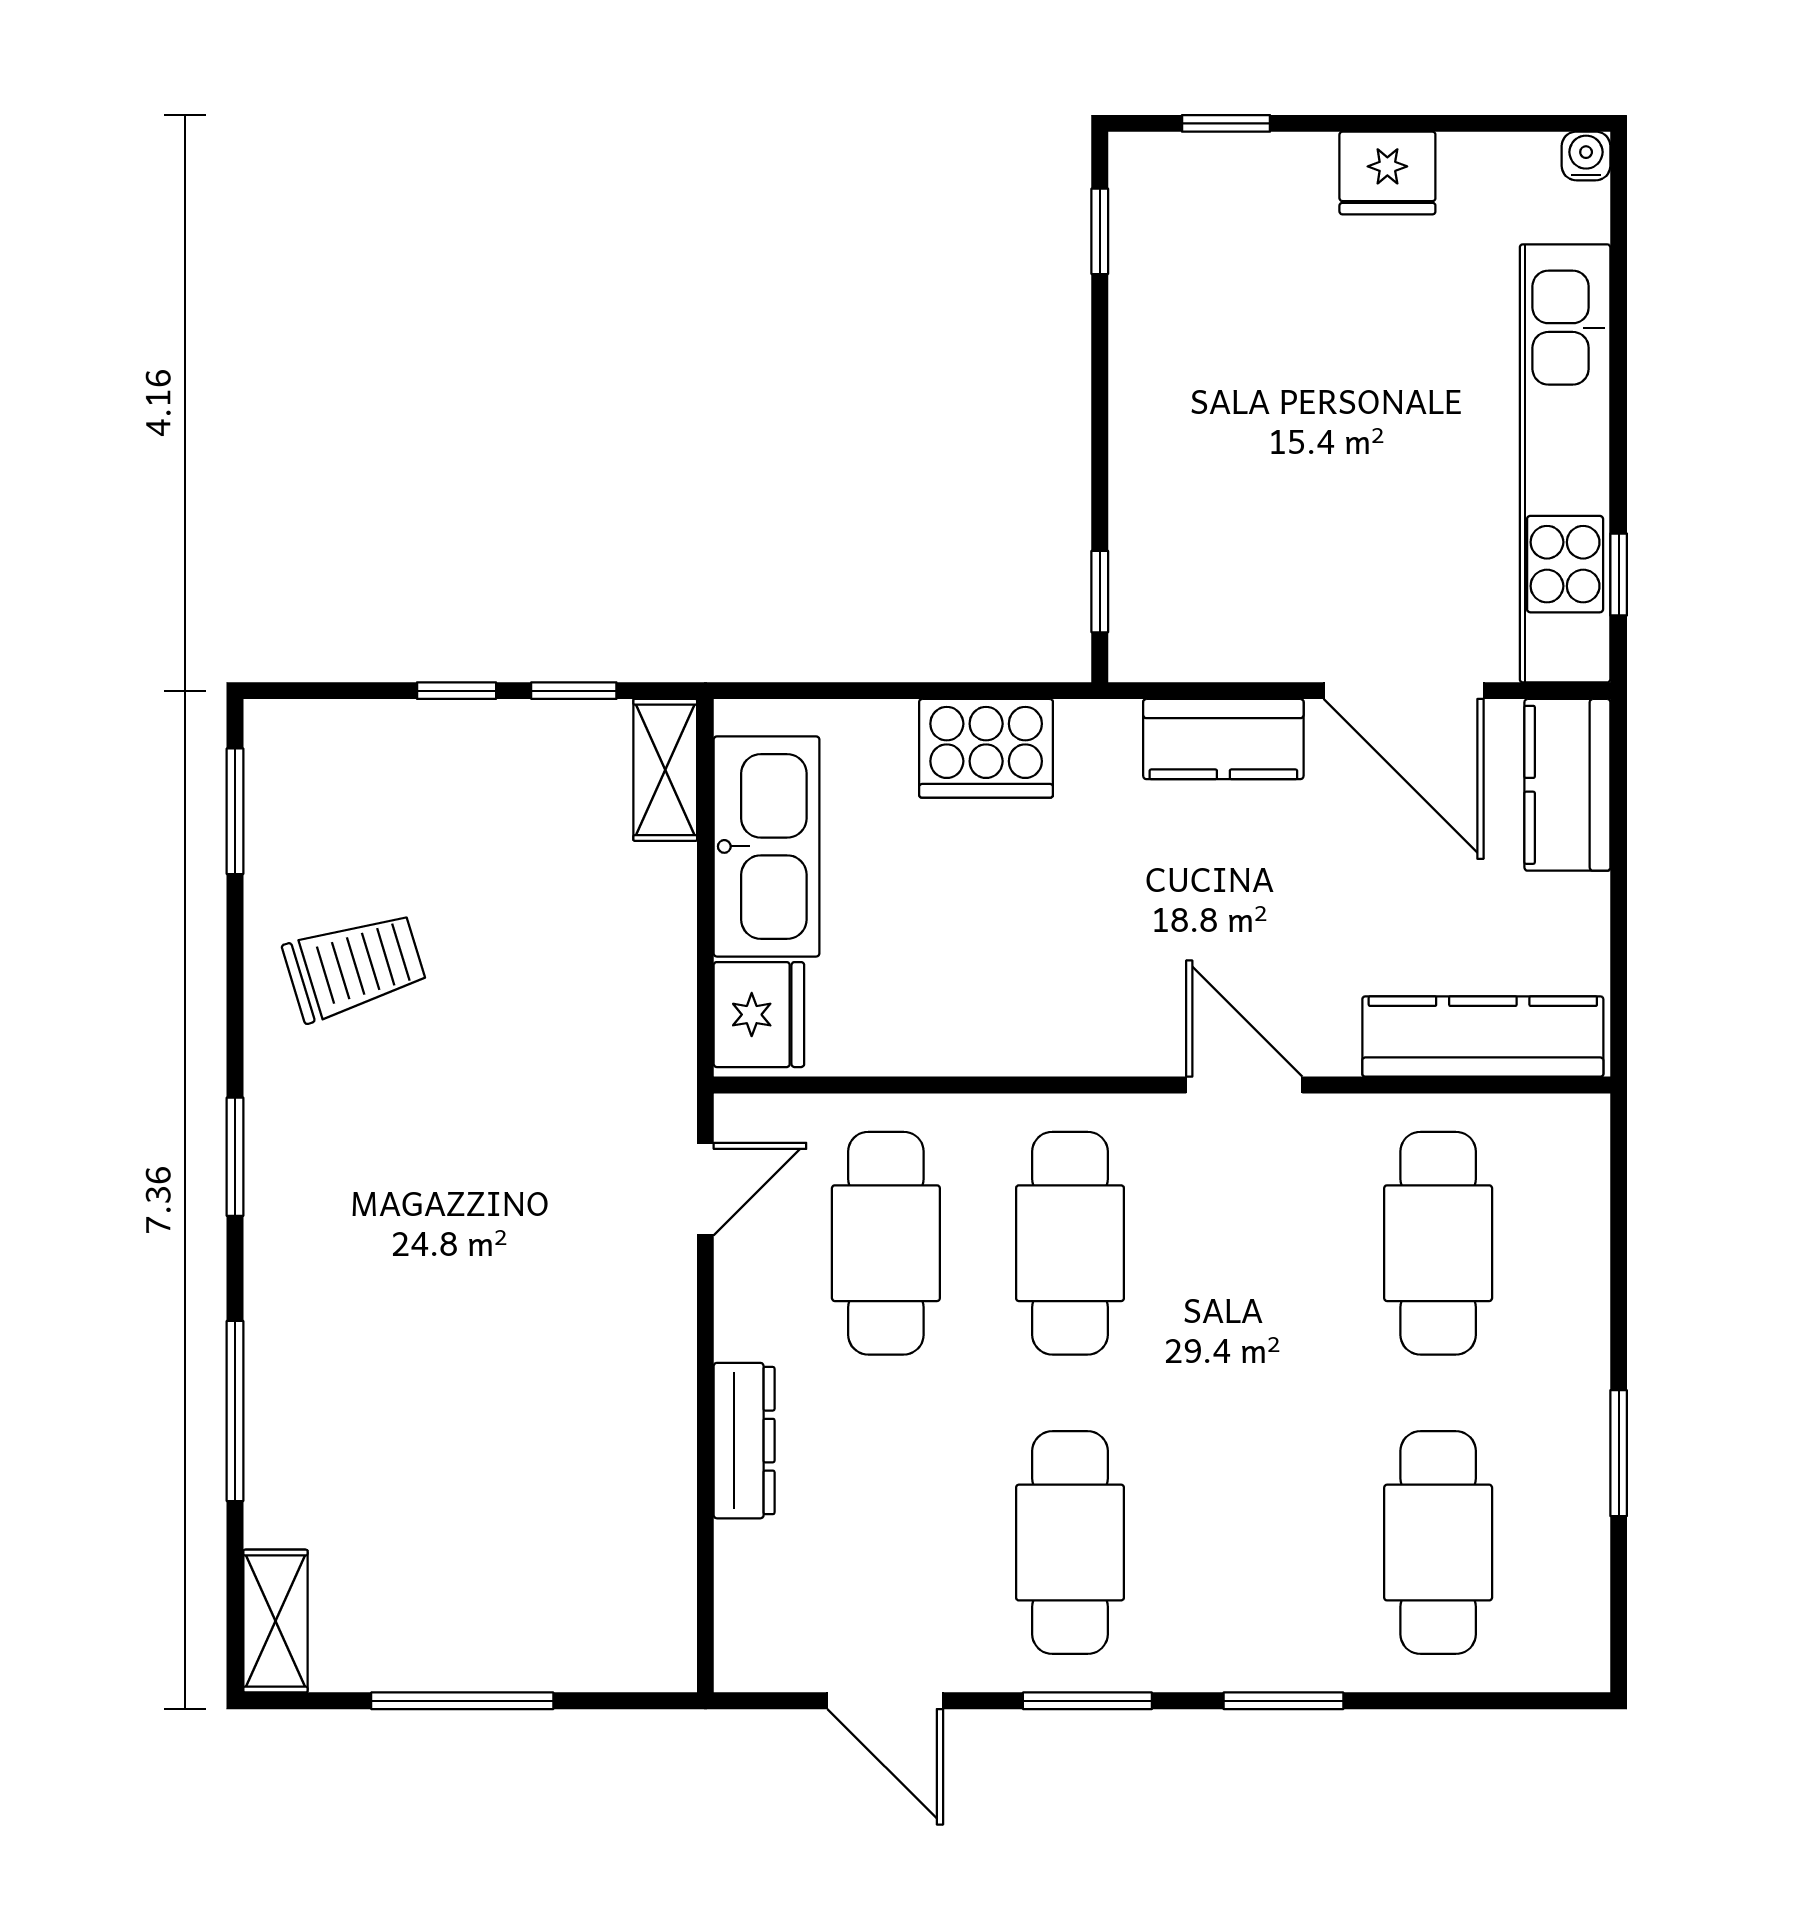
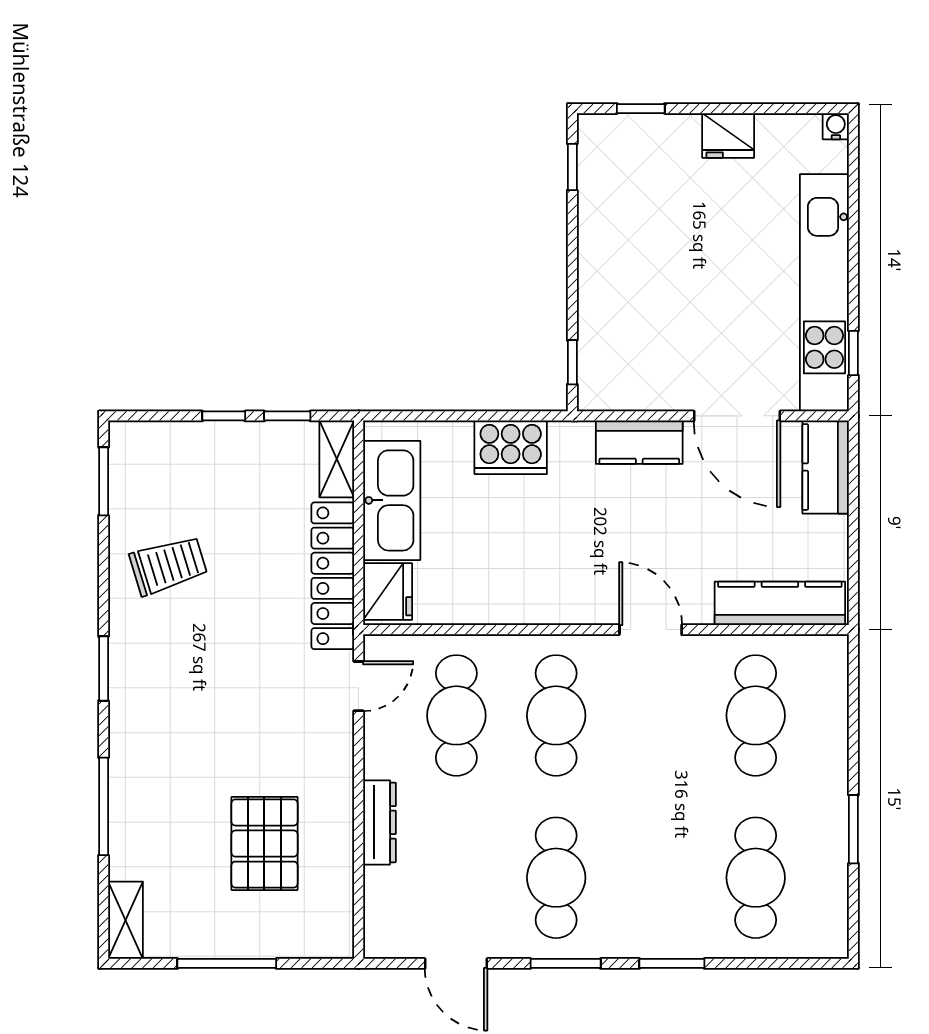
locker: (658, 986) -> (333, 576), added
pallet: (532, 1480) -> (264, 844), added

